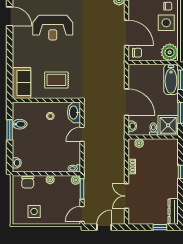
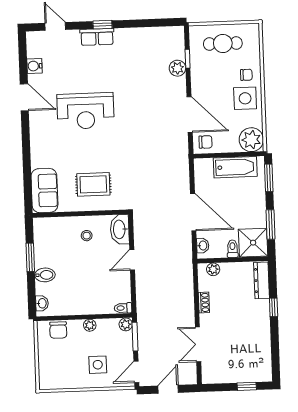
bathtub: (171, 79) -> (235, 167), moved, turned -90
bidet: (20, 124) -> (45, 275), moved
side table: (34, 211) -> (98, 365), moved
dresser: (173, 211) -> (261, 280), moved

